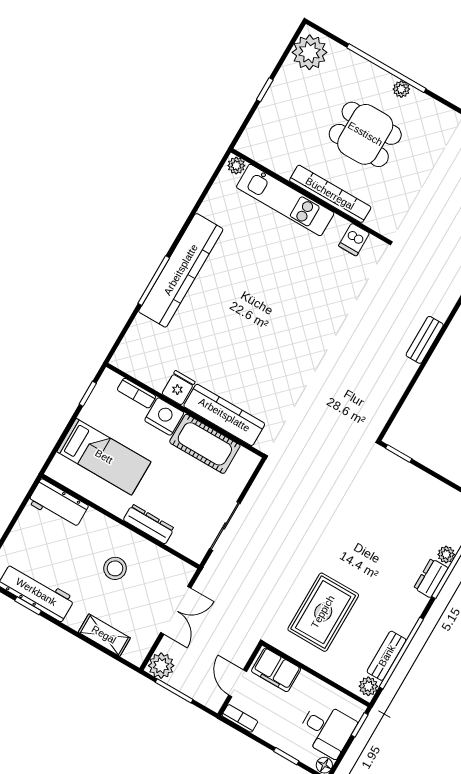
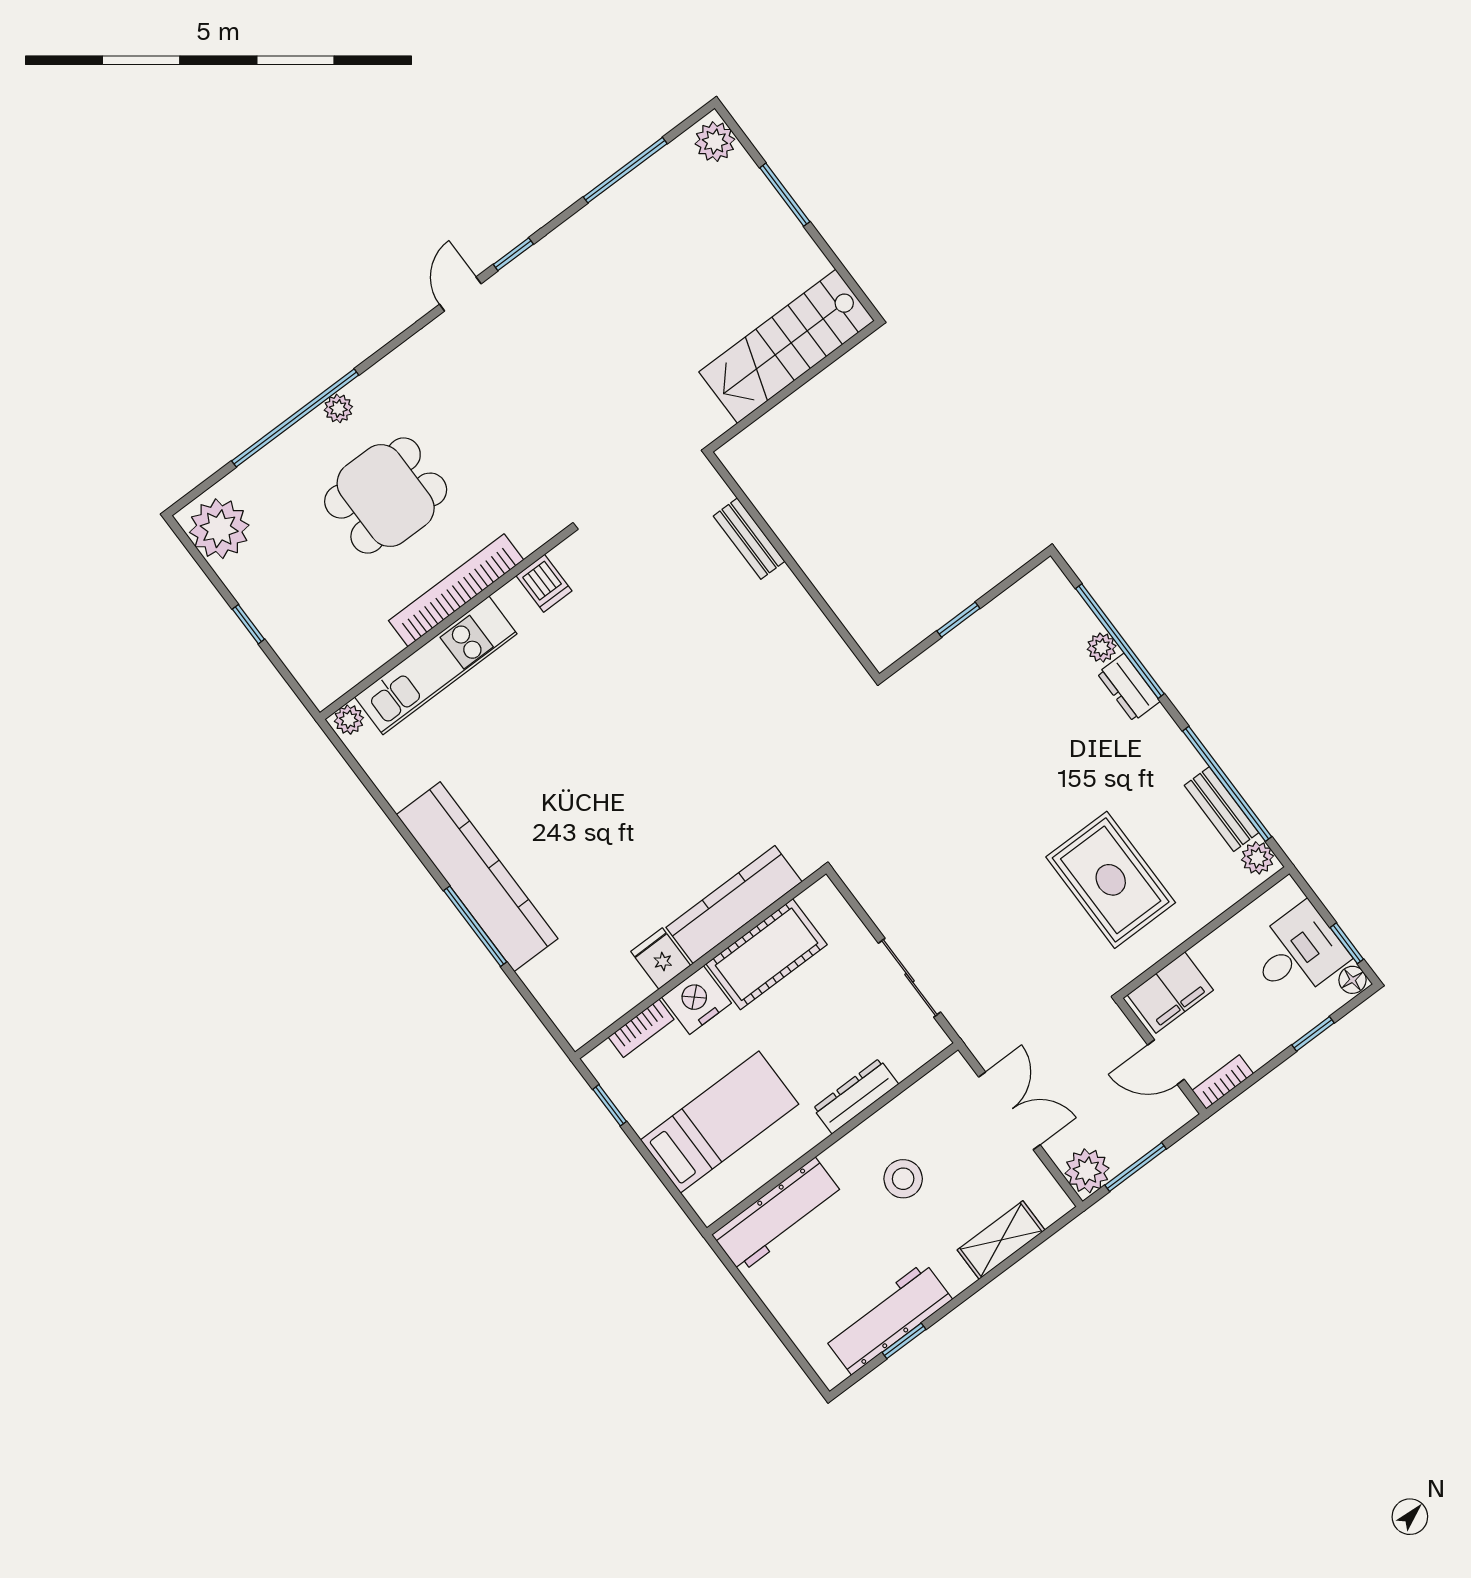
window: (399, 454) -> (958, 620), moved
workbench: (58, 504) -> (778, 1215), width x1.38
window: (360, 725) -> (1347, 943), moved

